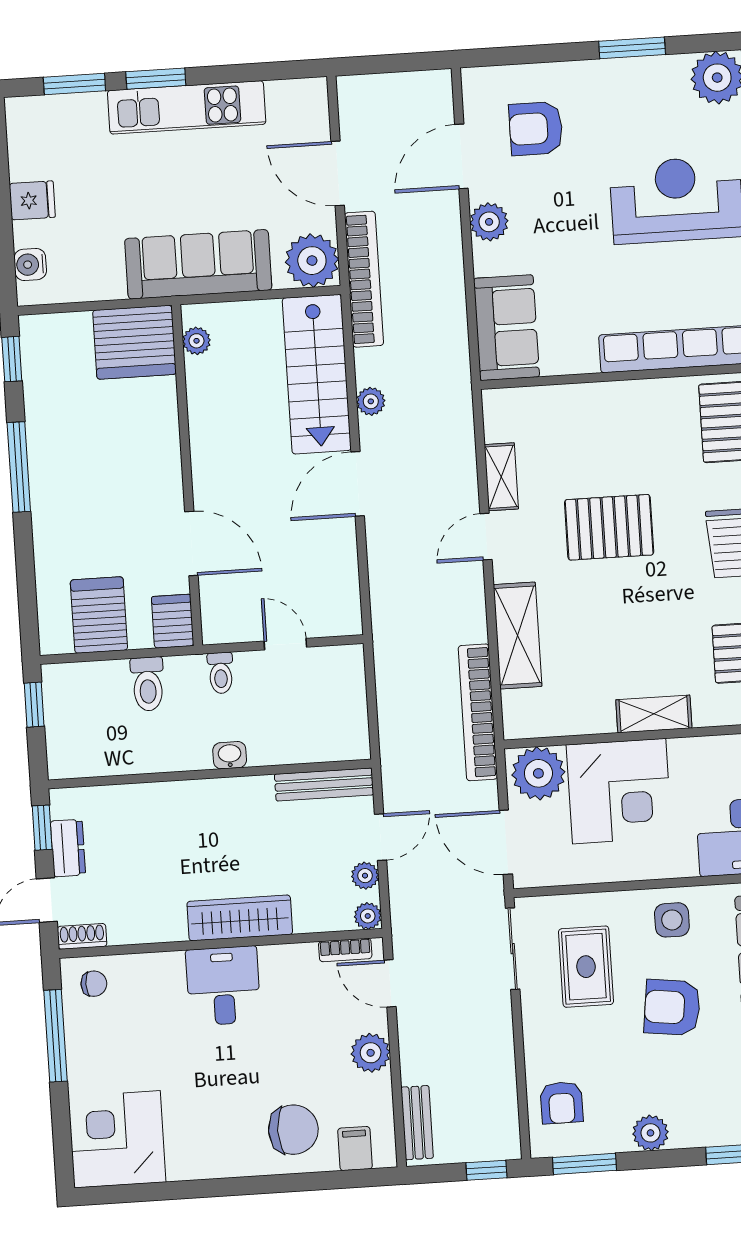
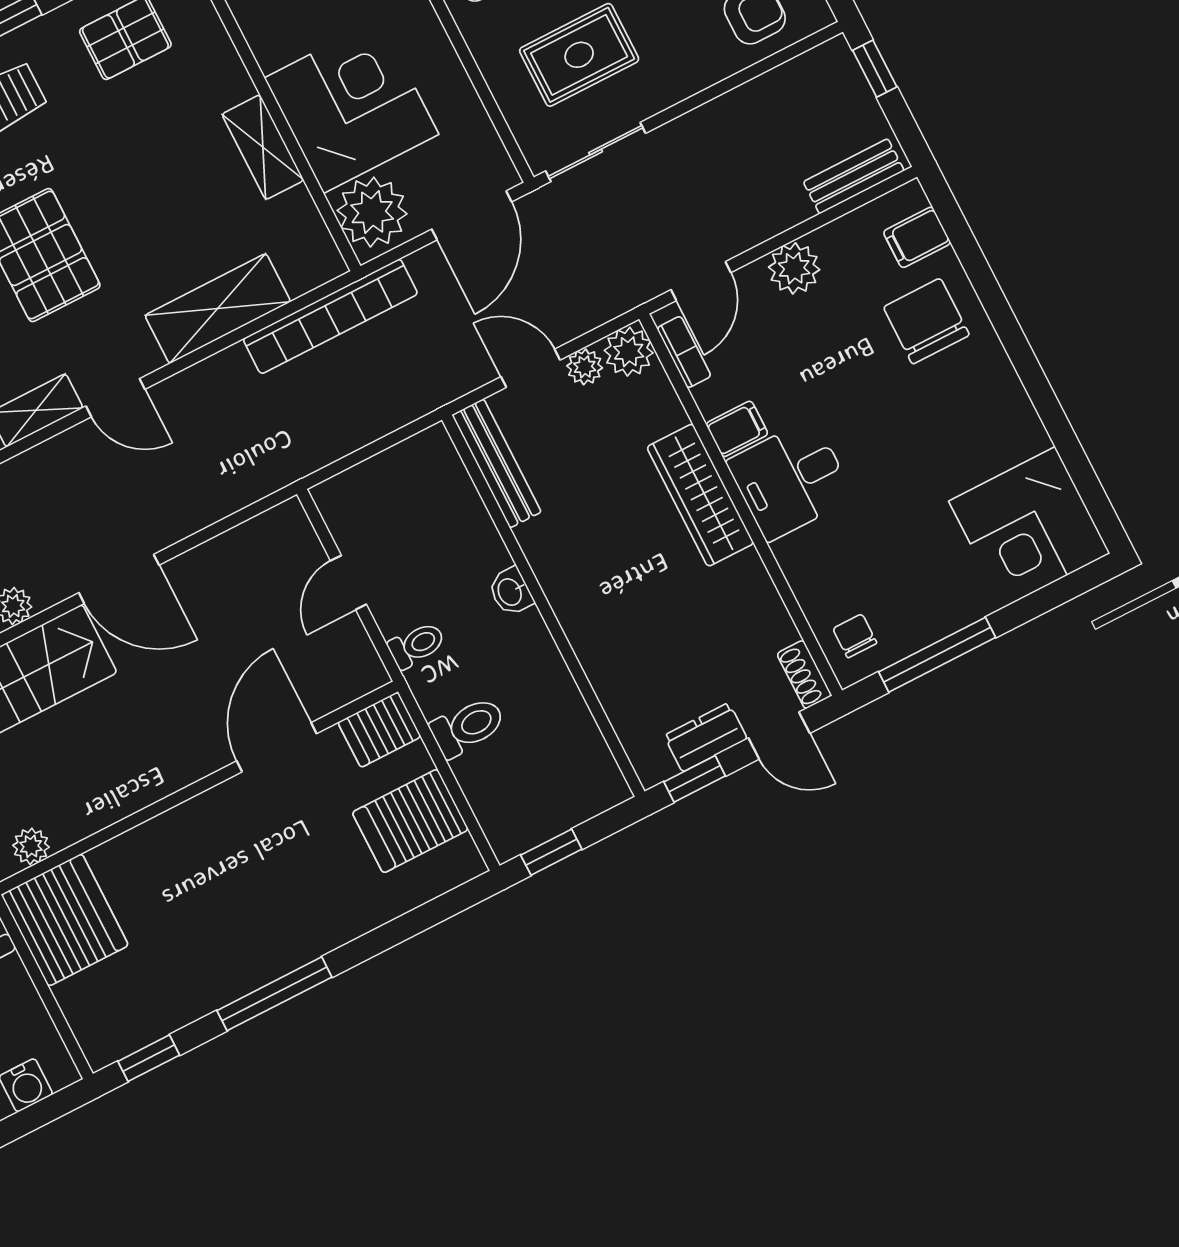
shelving: (654, 714) -> (263, 147), moved
plant: (368, 916) -> (629, 352), width x1.38, depth x1.38
filing cabinet: (275, 964) -> (737, 429), added

